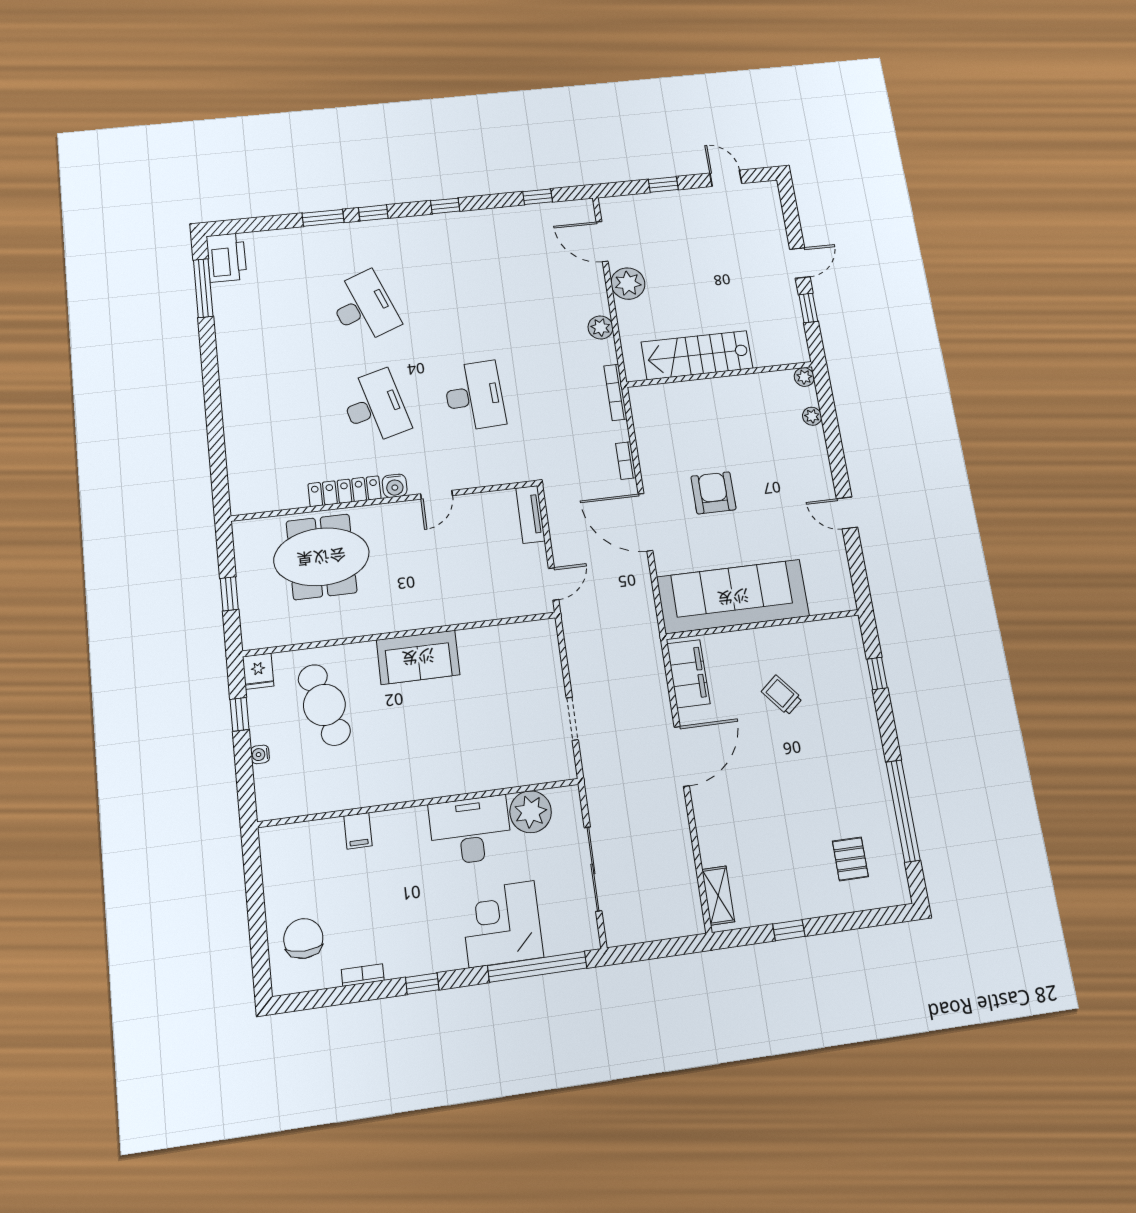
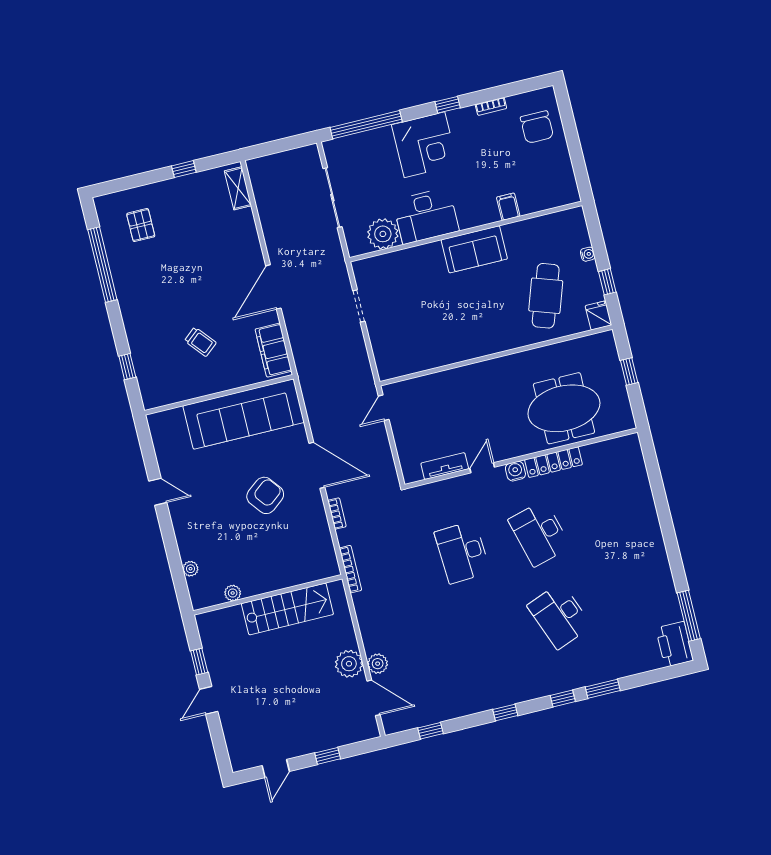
door: (726, 178) -> (276, 768), hinge flipped
plant: (601, 327) -> (378, 664), moved
plant: (804, 377) -> (233, 593), moved
armchair: (713, 493) -> (265, 495), turned -128
tv unit: (530, 514) -> (445, 466), moved, turned -90
sofa: (418, 657) -> (474, 249), moved, turned 180
cafe table: (324, 705) -> (546, 296), turned 36
corner desk: (502, 924) -> (424, 145), moved

